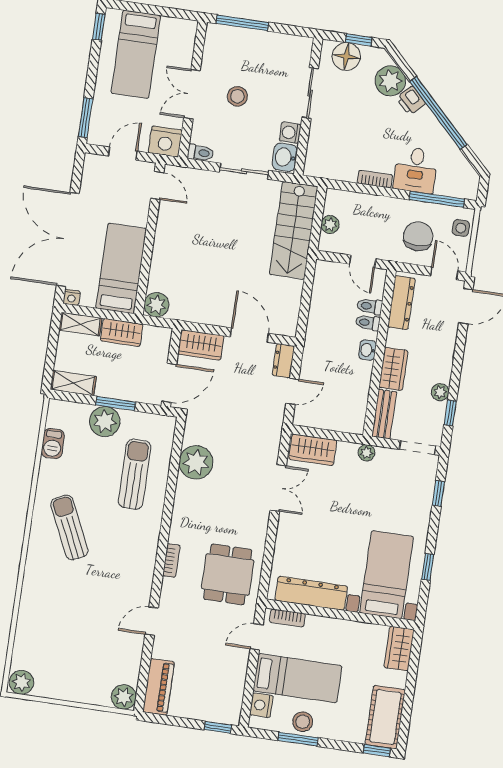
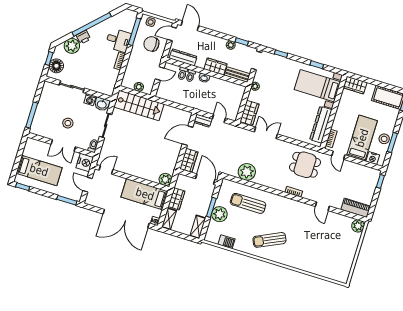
plant: (21, 682) -> (343, 276), removed

